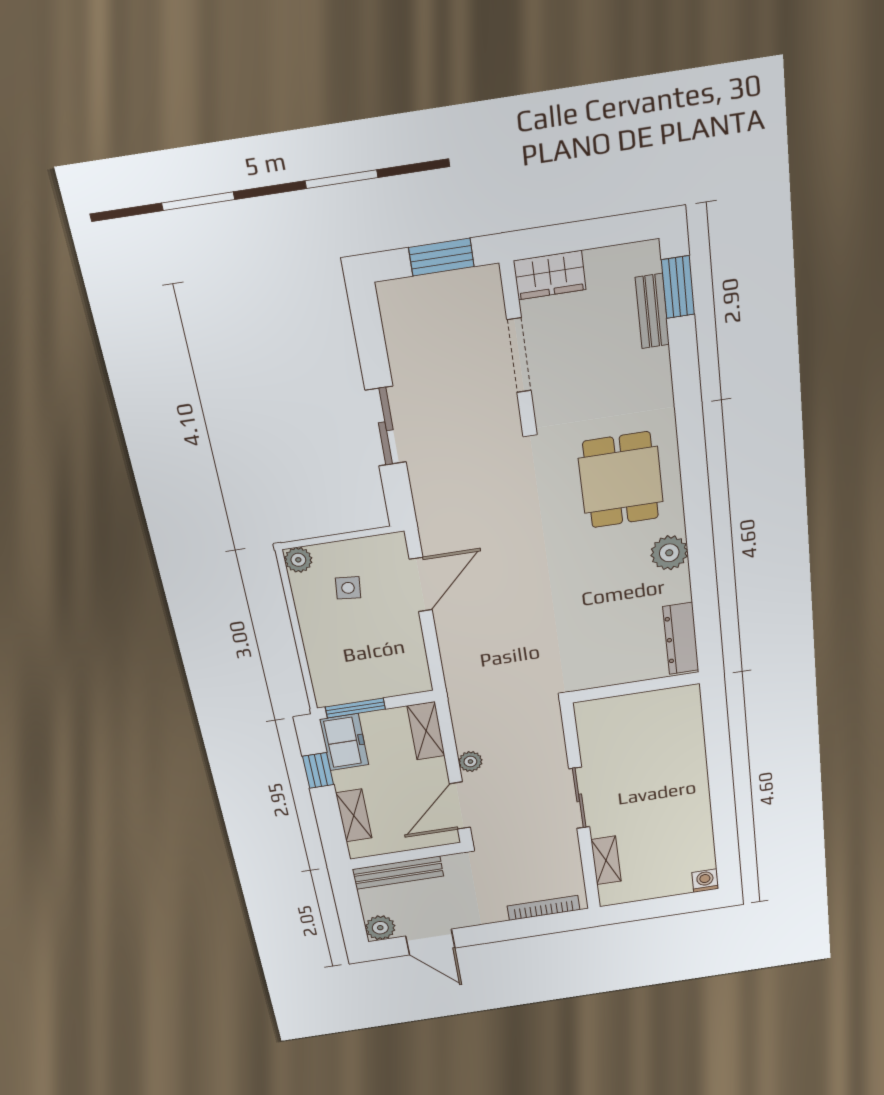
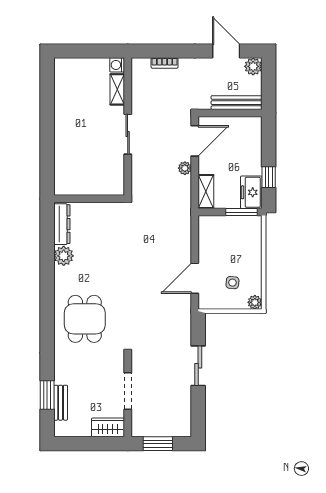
window: (678, 287) -> (47, 395), moved
plant: (669, 553) -> (64, 256), moved
shelving: (354, 815) -> (255, 145), removed
washing machine: (705, 881) -> (117, 65), moved, turned 90
bookcase: (544, 908) -> (165, 63), width x0.64

